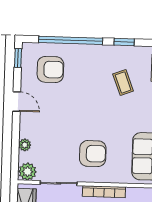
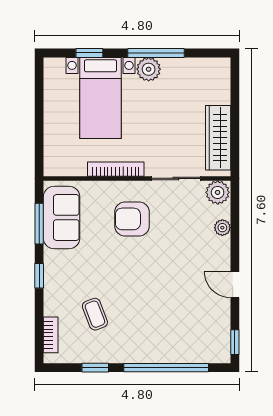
armchair: (50, 69) -> (192, 328), removed

